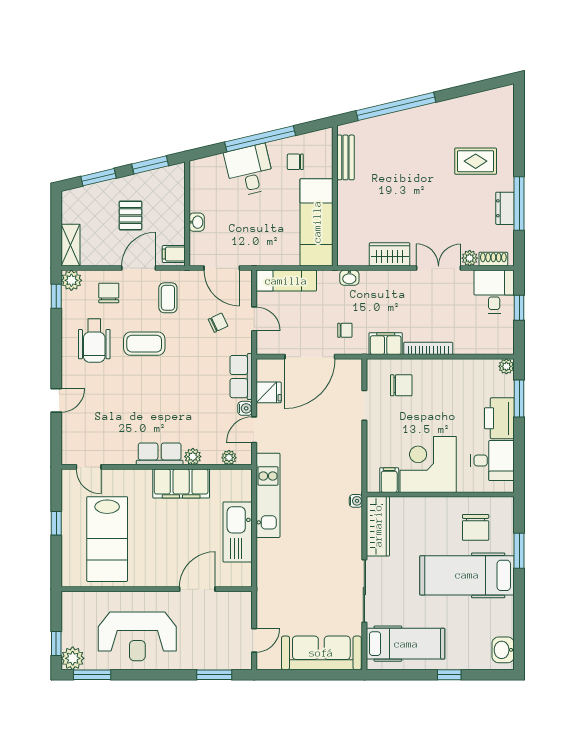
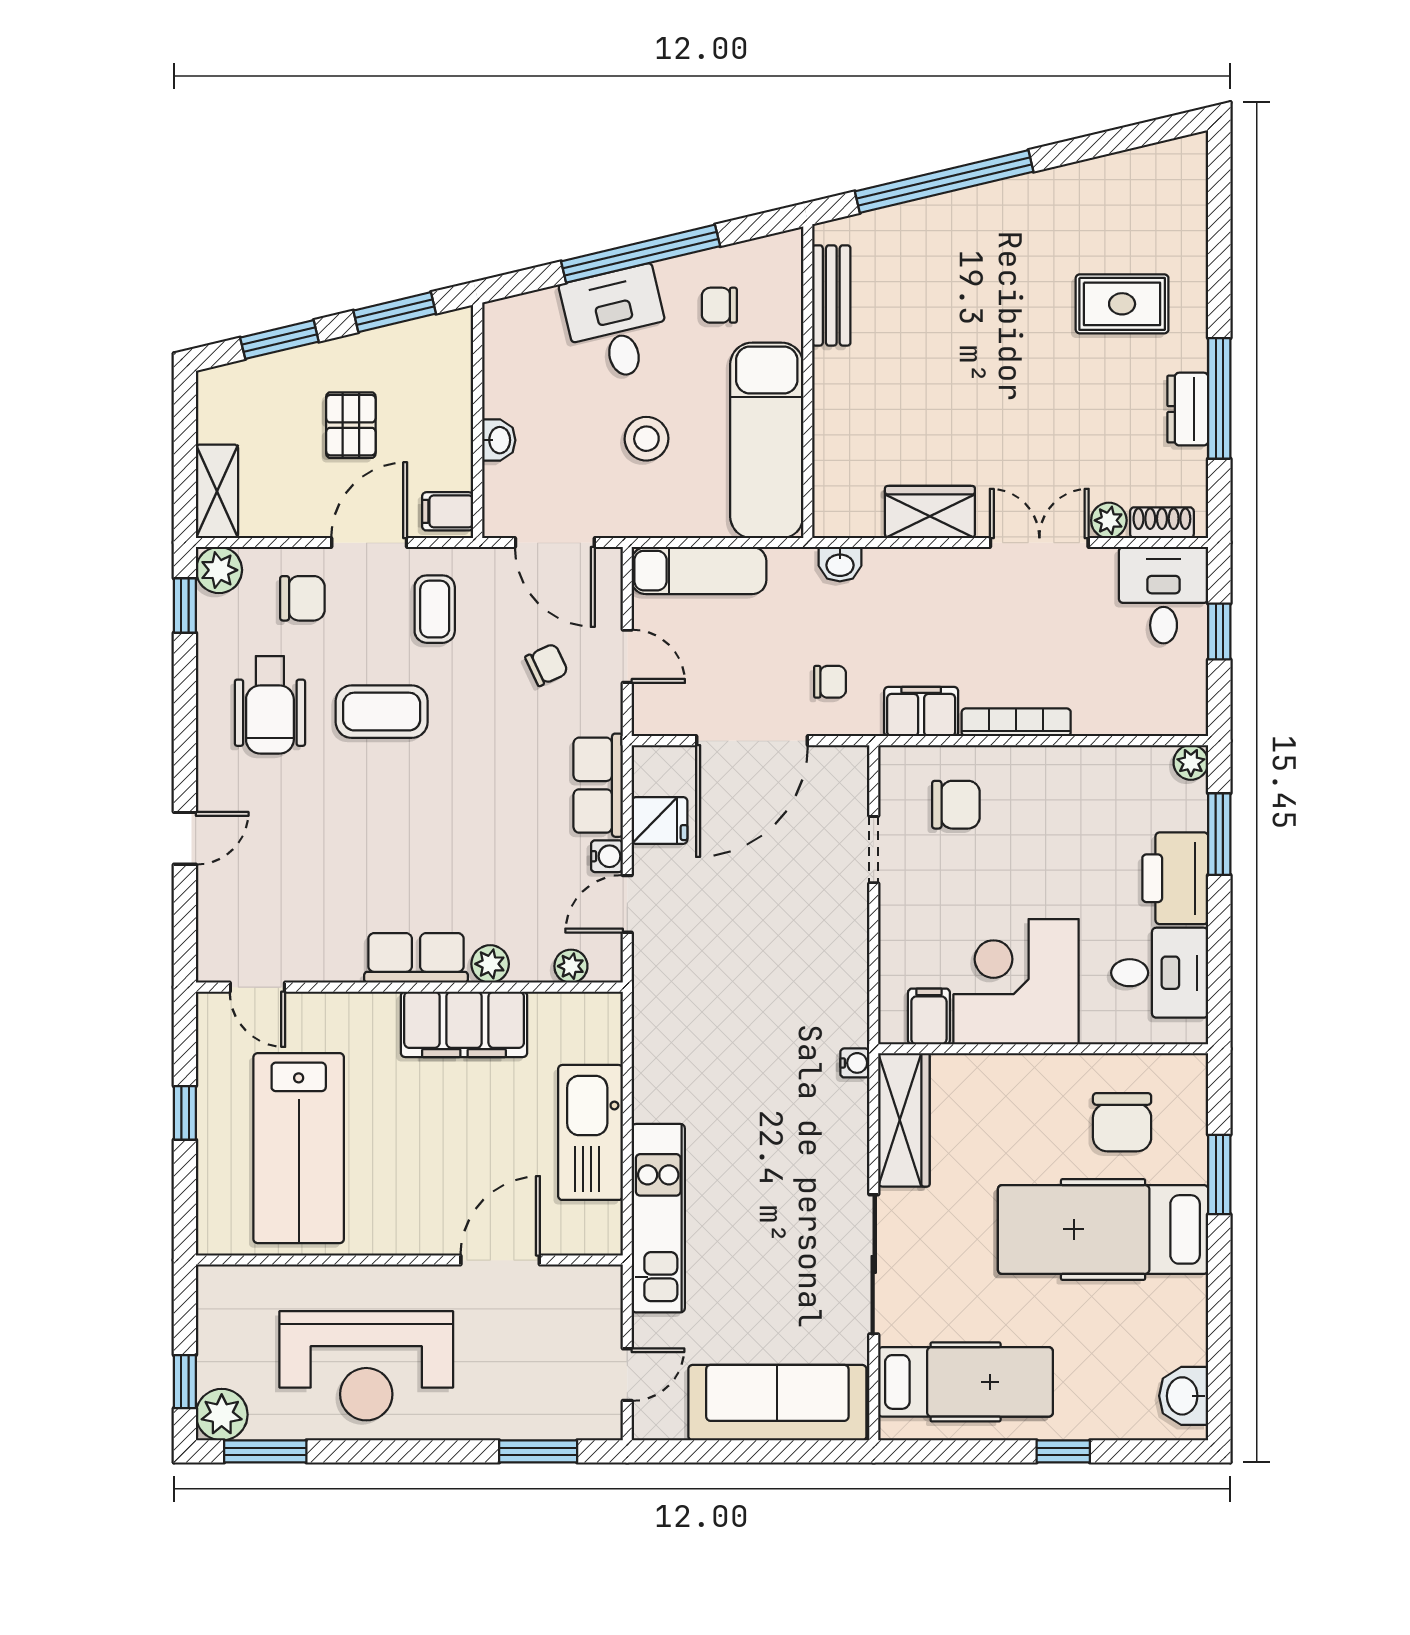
stool: (263, 222) -> (646, 439), added
chair: (109, 293) -> (302, 598), turned 90
kitchen unit: (268, 495) -> (658, 1218), moved

